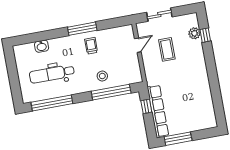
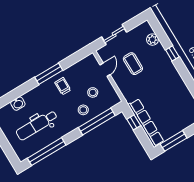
window: (205, 35) -> (172, 53), moved
stool: (118, 63) -> (93, 92), added

